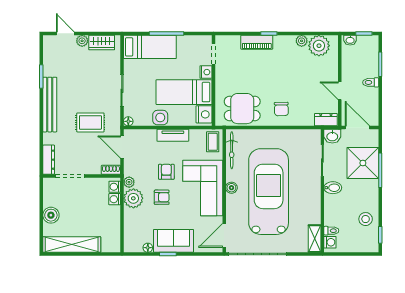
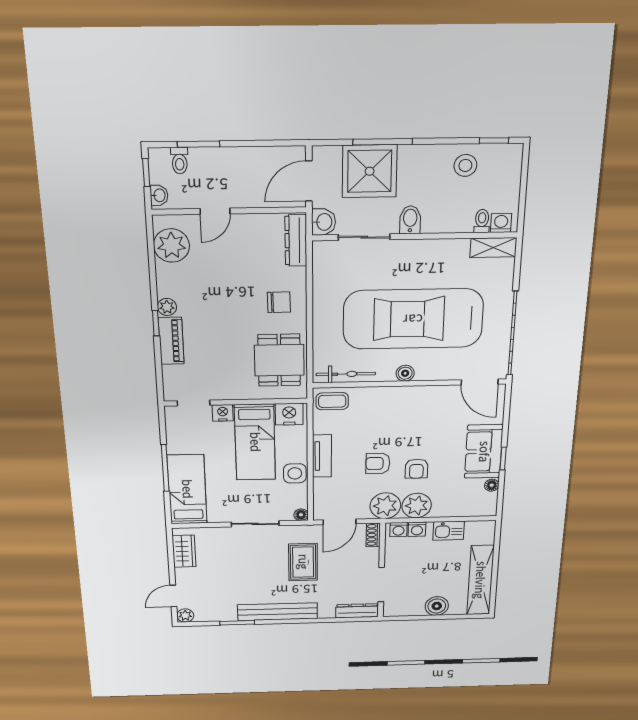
plant: (82, 41) -> (185, 615), moved
plant: (302, 41) -> (167, 307), moved
toilet: (371, 82) -> (180, 161), moved
door: (340, 91) -> (215, 211), moved
dresser: (326, 120) -> (296, 241), width x1.44
plant: (129, 182) -> (385, 506), width x1.88, depth x1.88
corner sofa: (203, 188) -> (404, 414), removed
armchair: (162, 197) -> (416, 469), turned 180
kitchen sink: (113, 221) -> (449, 531), added

